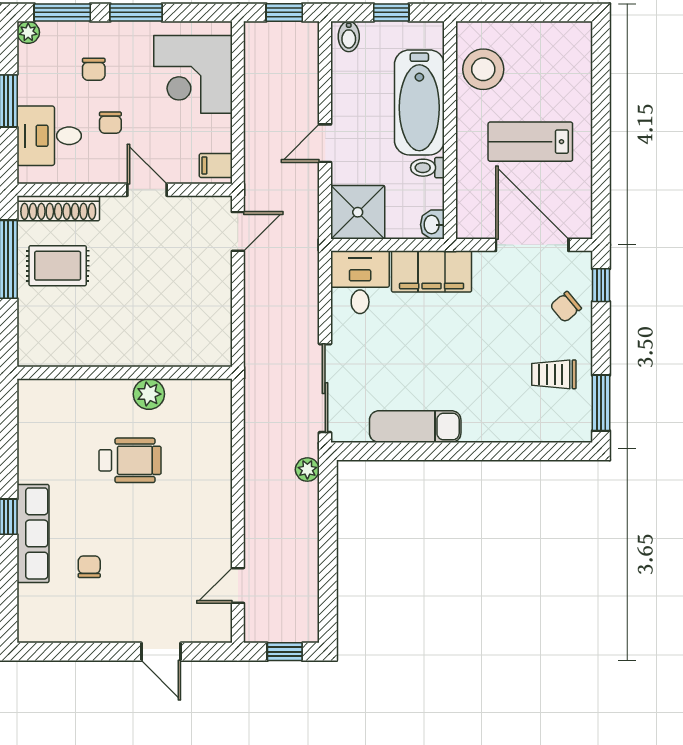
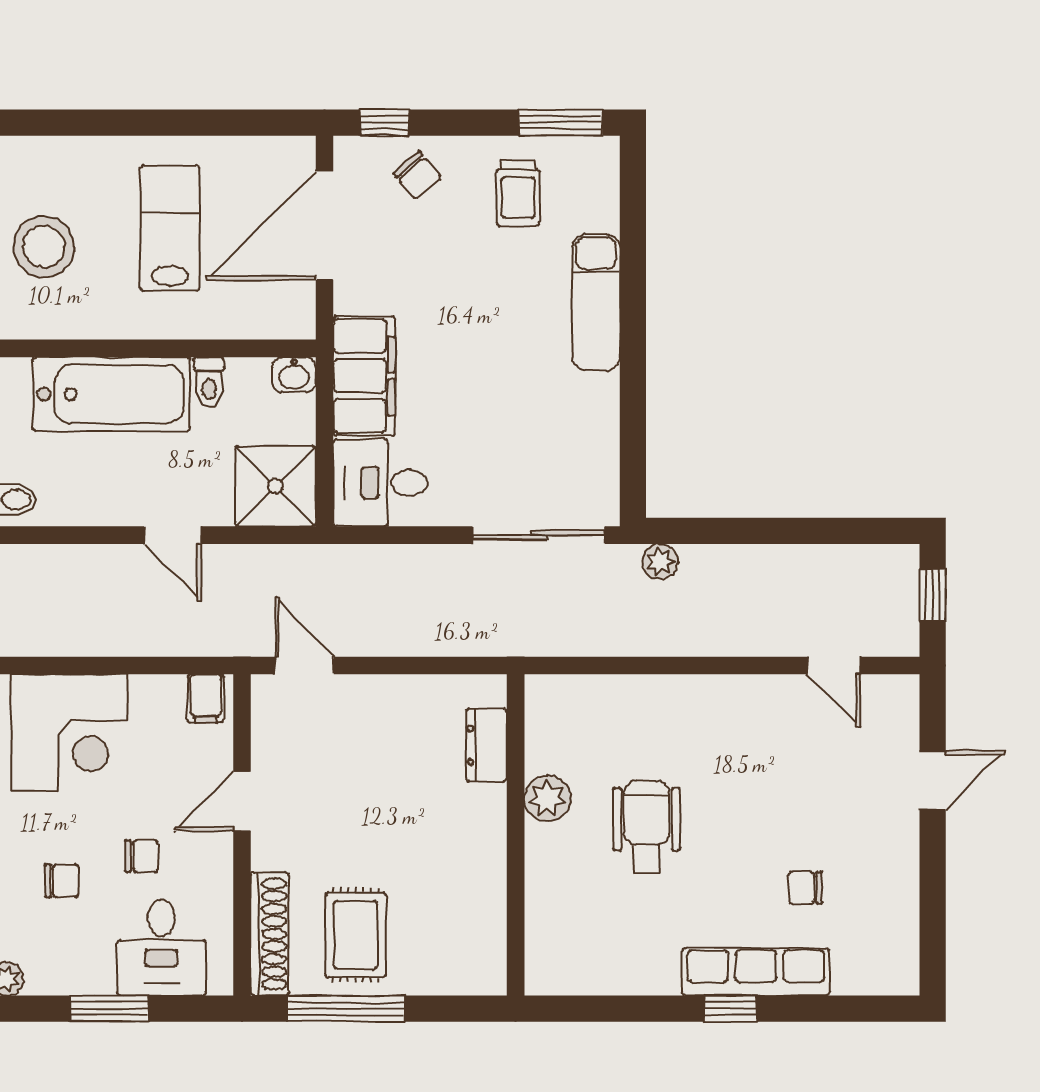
stool: (483, 69) -> (44, 247), moved
lab bench: (530, 142) -> (170, 228), turned 180
dresser: (185, 353) -> (486, 745), added
exam couch: (415, 427) -> (596, 302), moved

